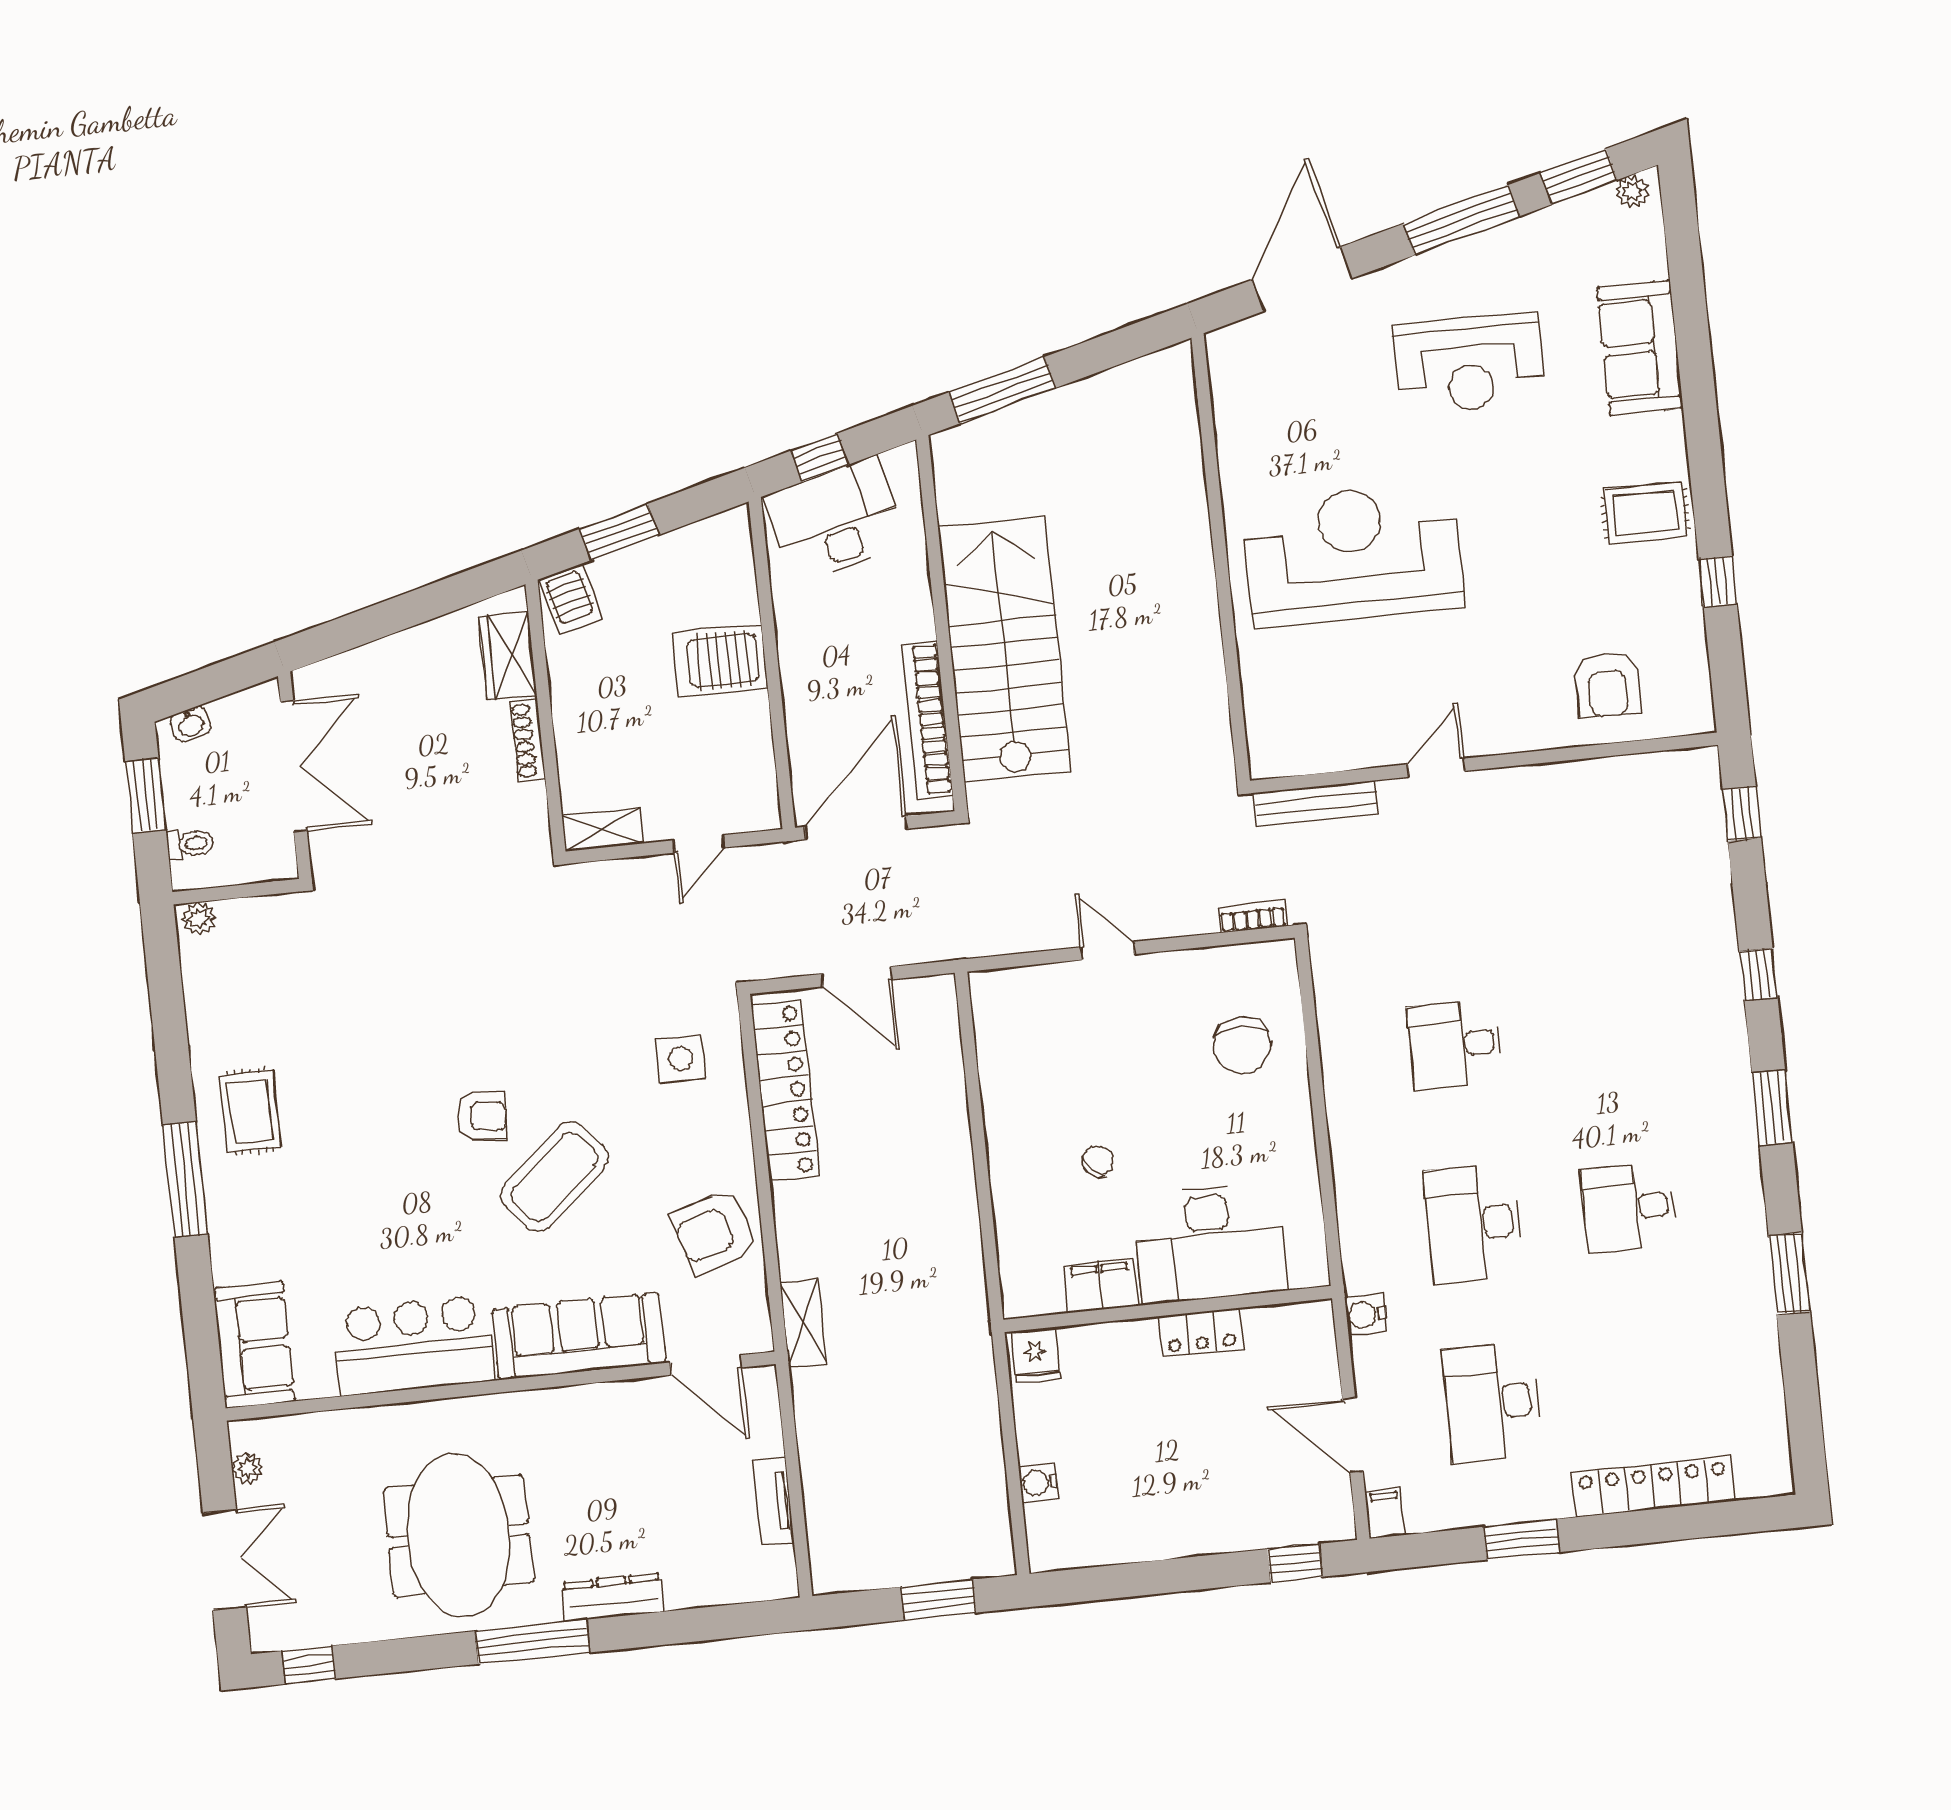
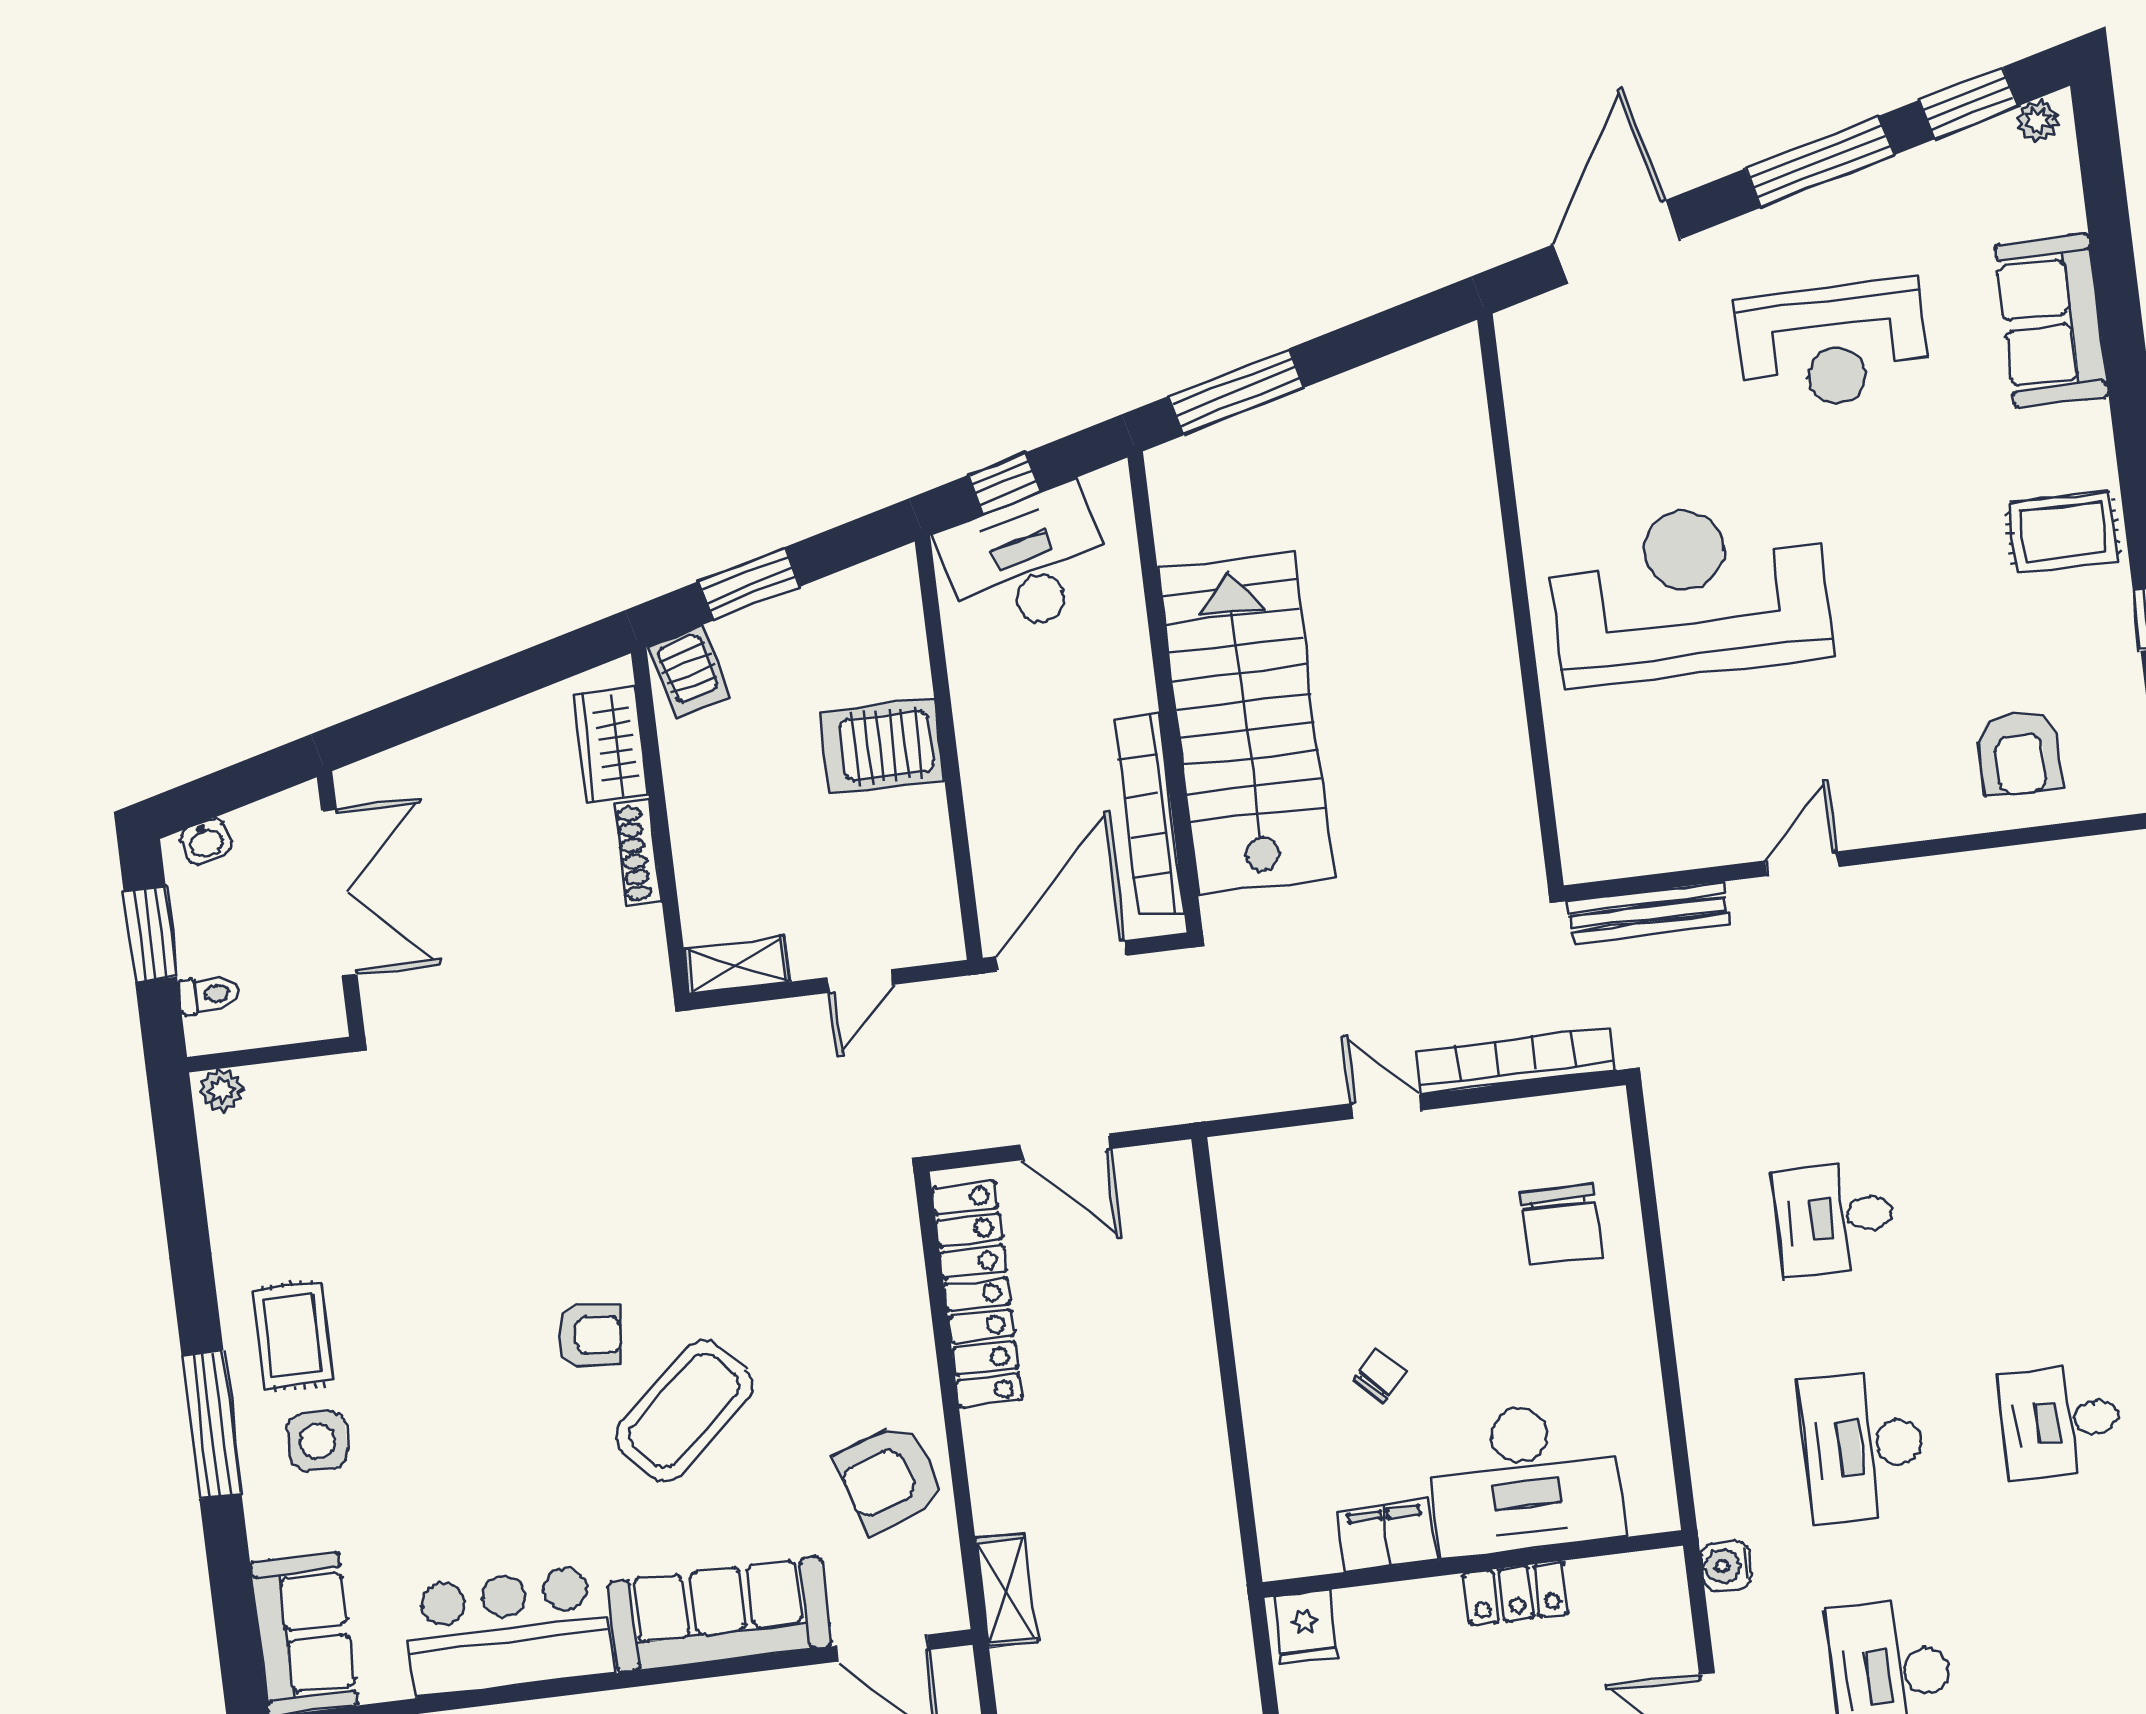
bookcase: (1253, 916) -> (1516, 1060), width x2.31, depth x1.31
side table: (680, 1059) -> (317, 1441), moved

